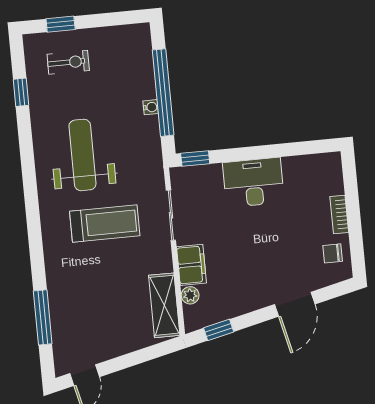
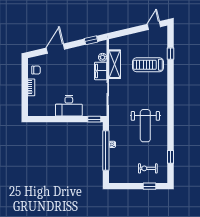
treadmill: (105, 224) -> (148, 65), moved
shelving: (164, 305) -> (115, 64), moved
window: (43, 317) -> (170, 54), width x0.46

